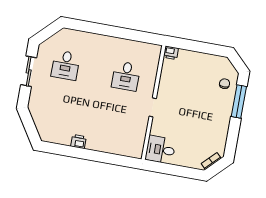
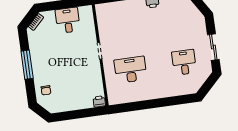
desk: (126, 76) -> (131, 70), width x1.37
window: (239, 101) -> (27, 65), moved
desk: (160, 150) -> (68, 20), moved, turned -90

